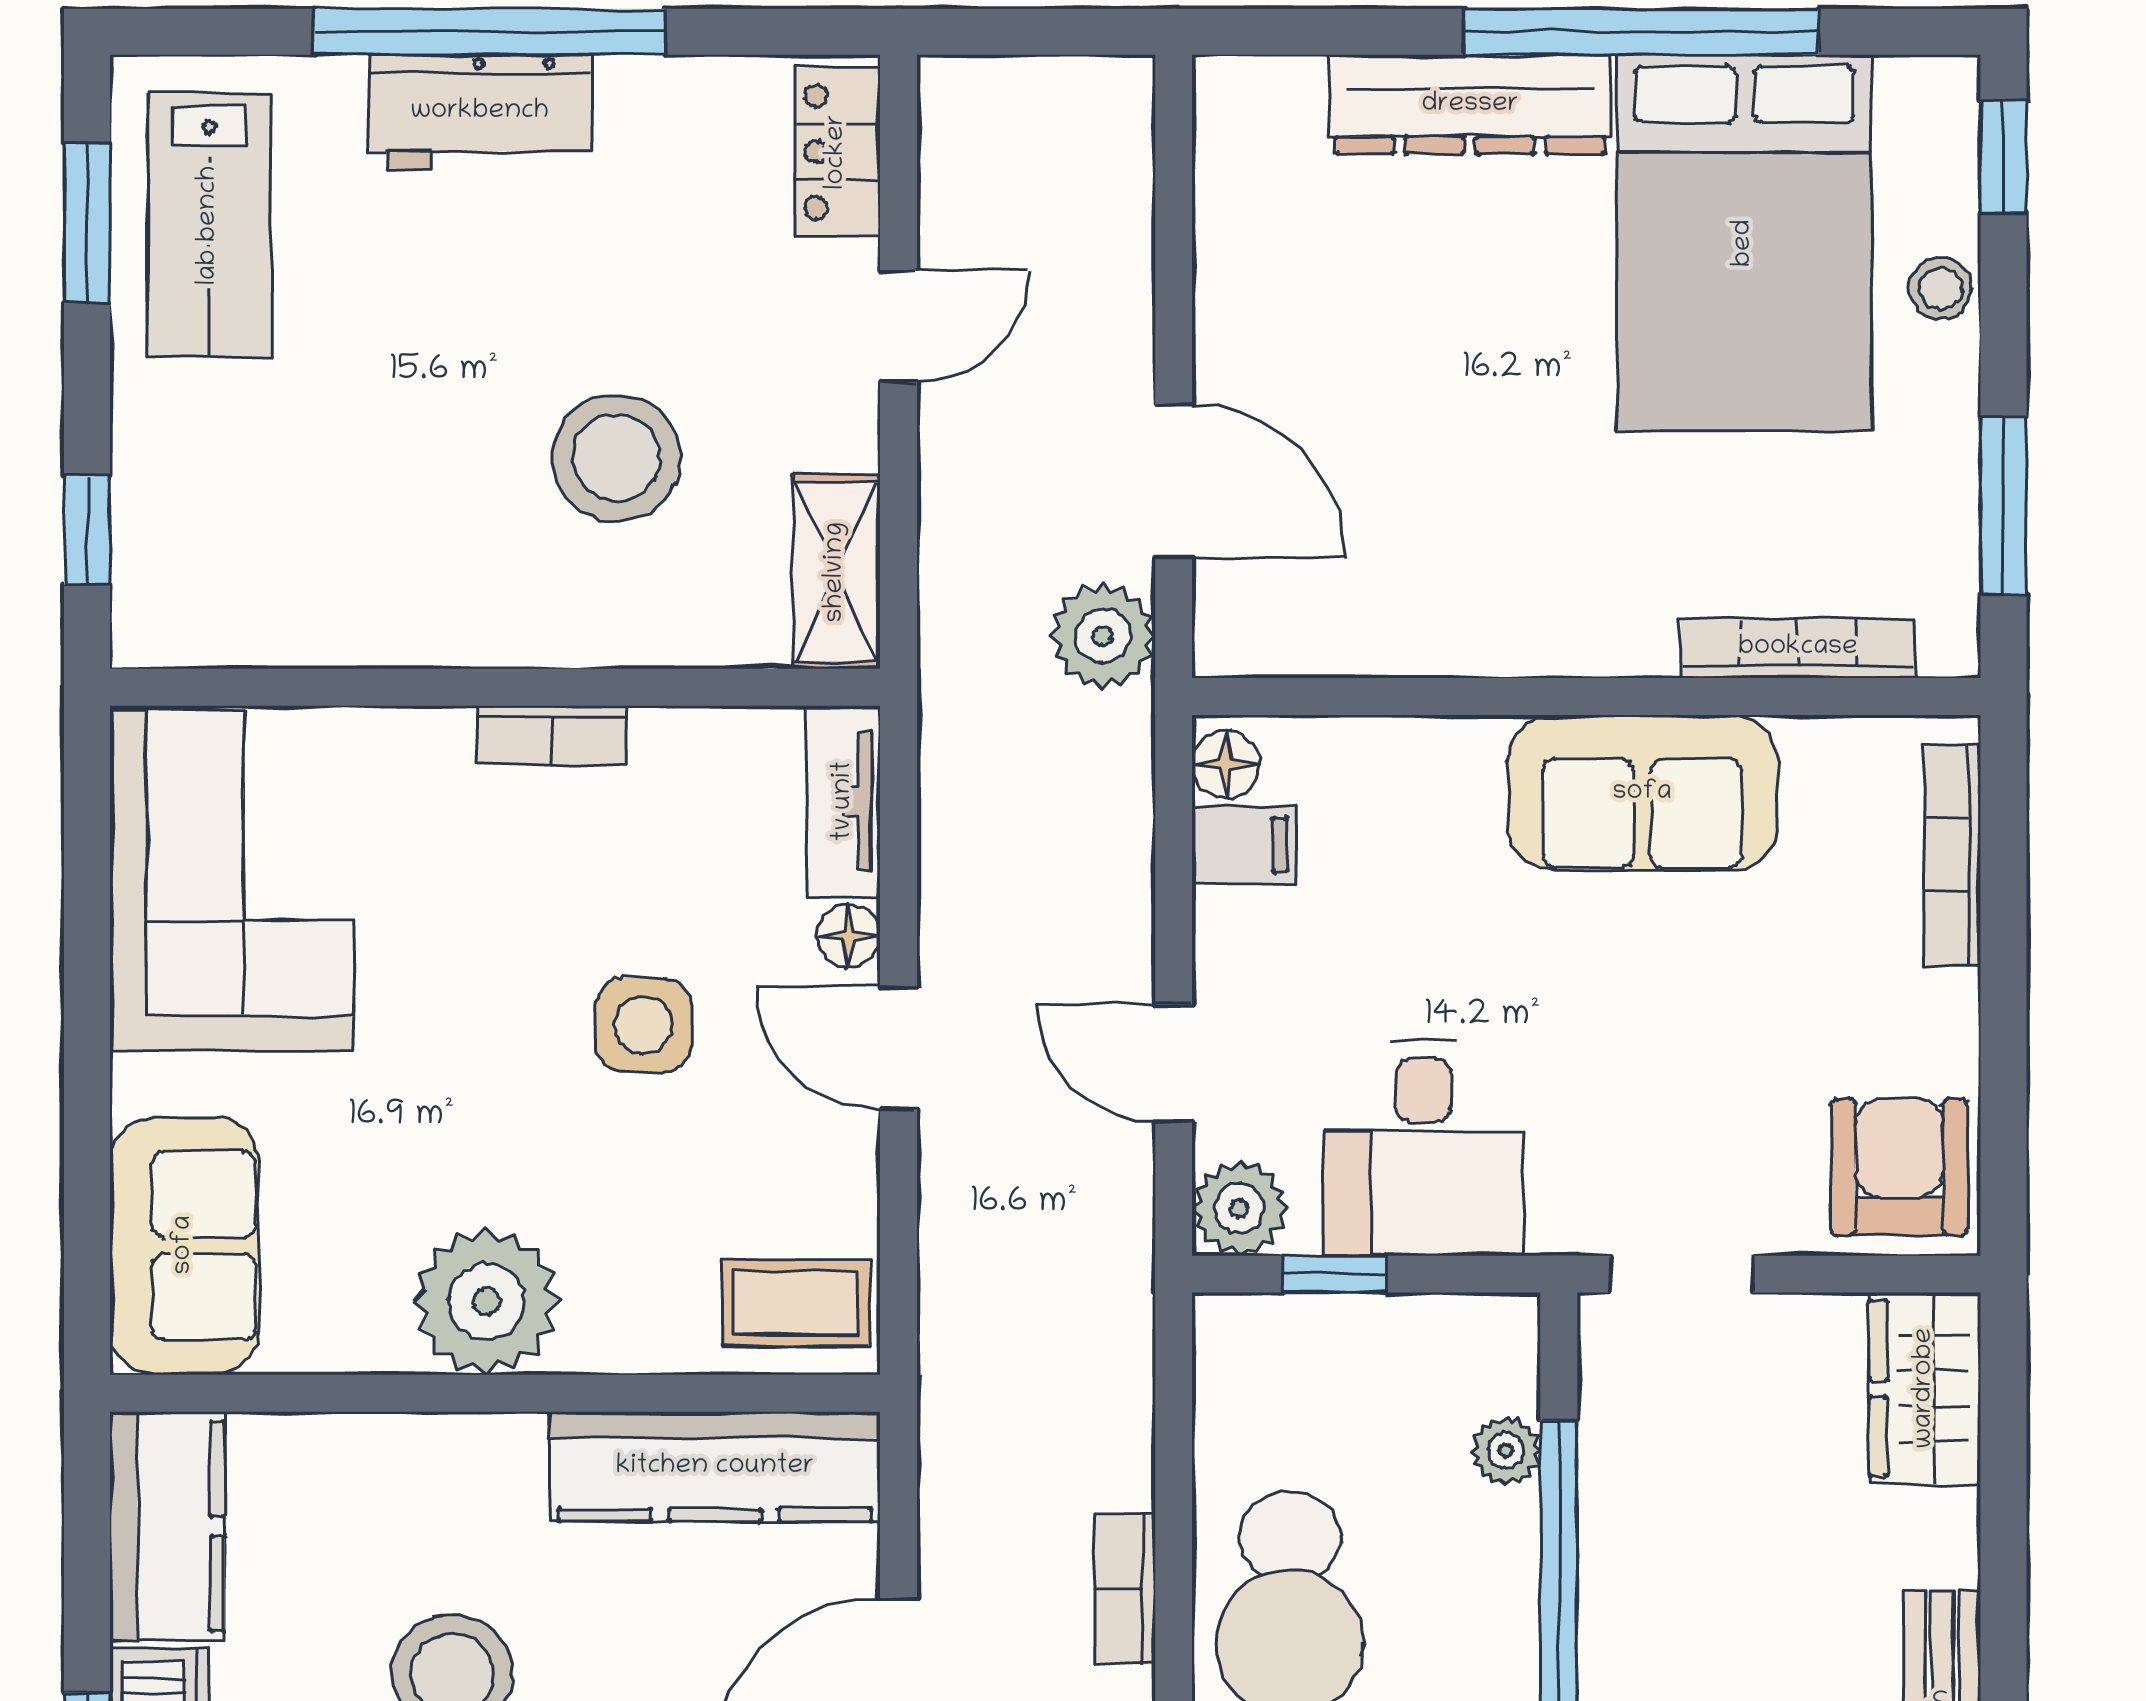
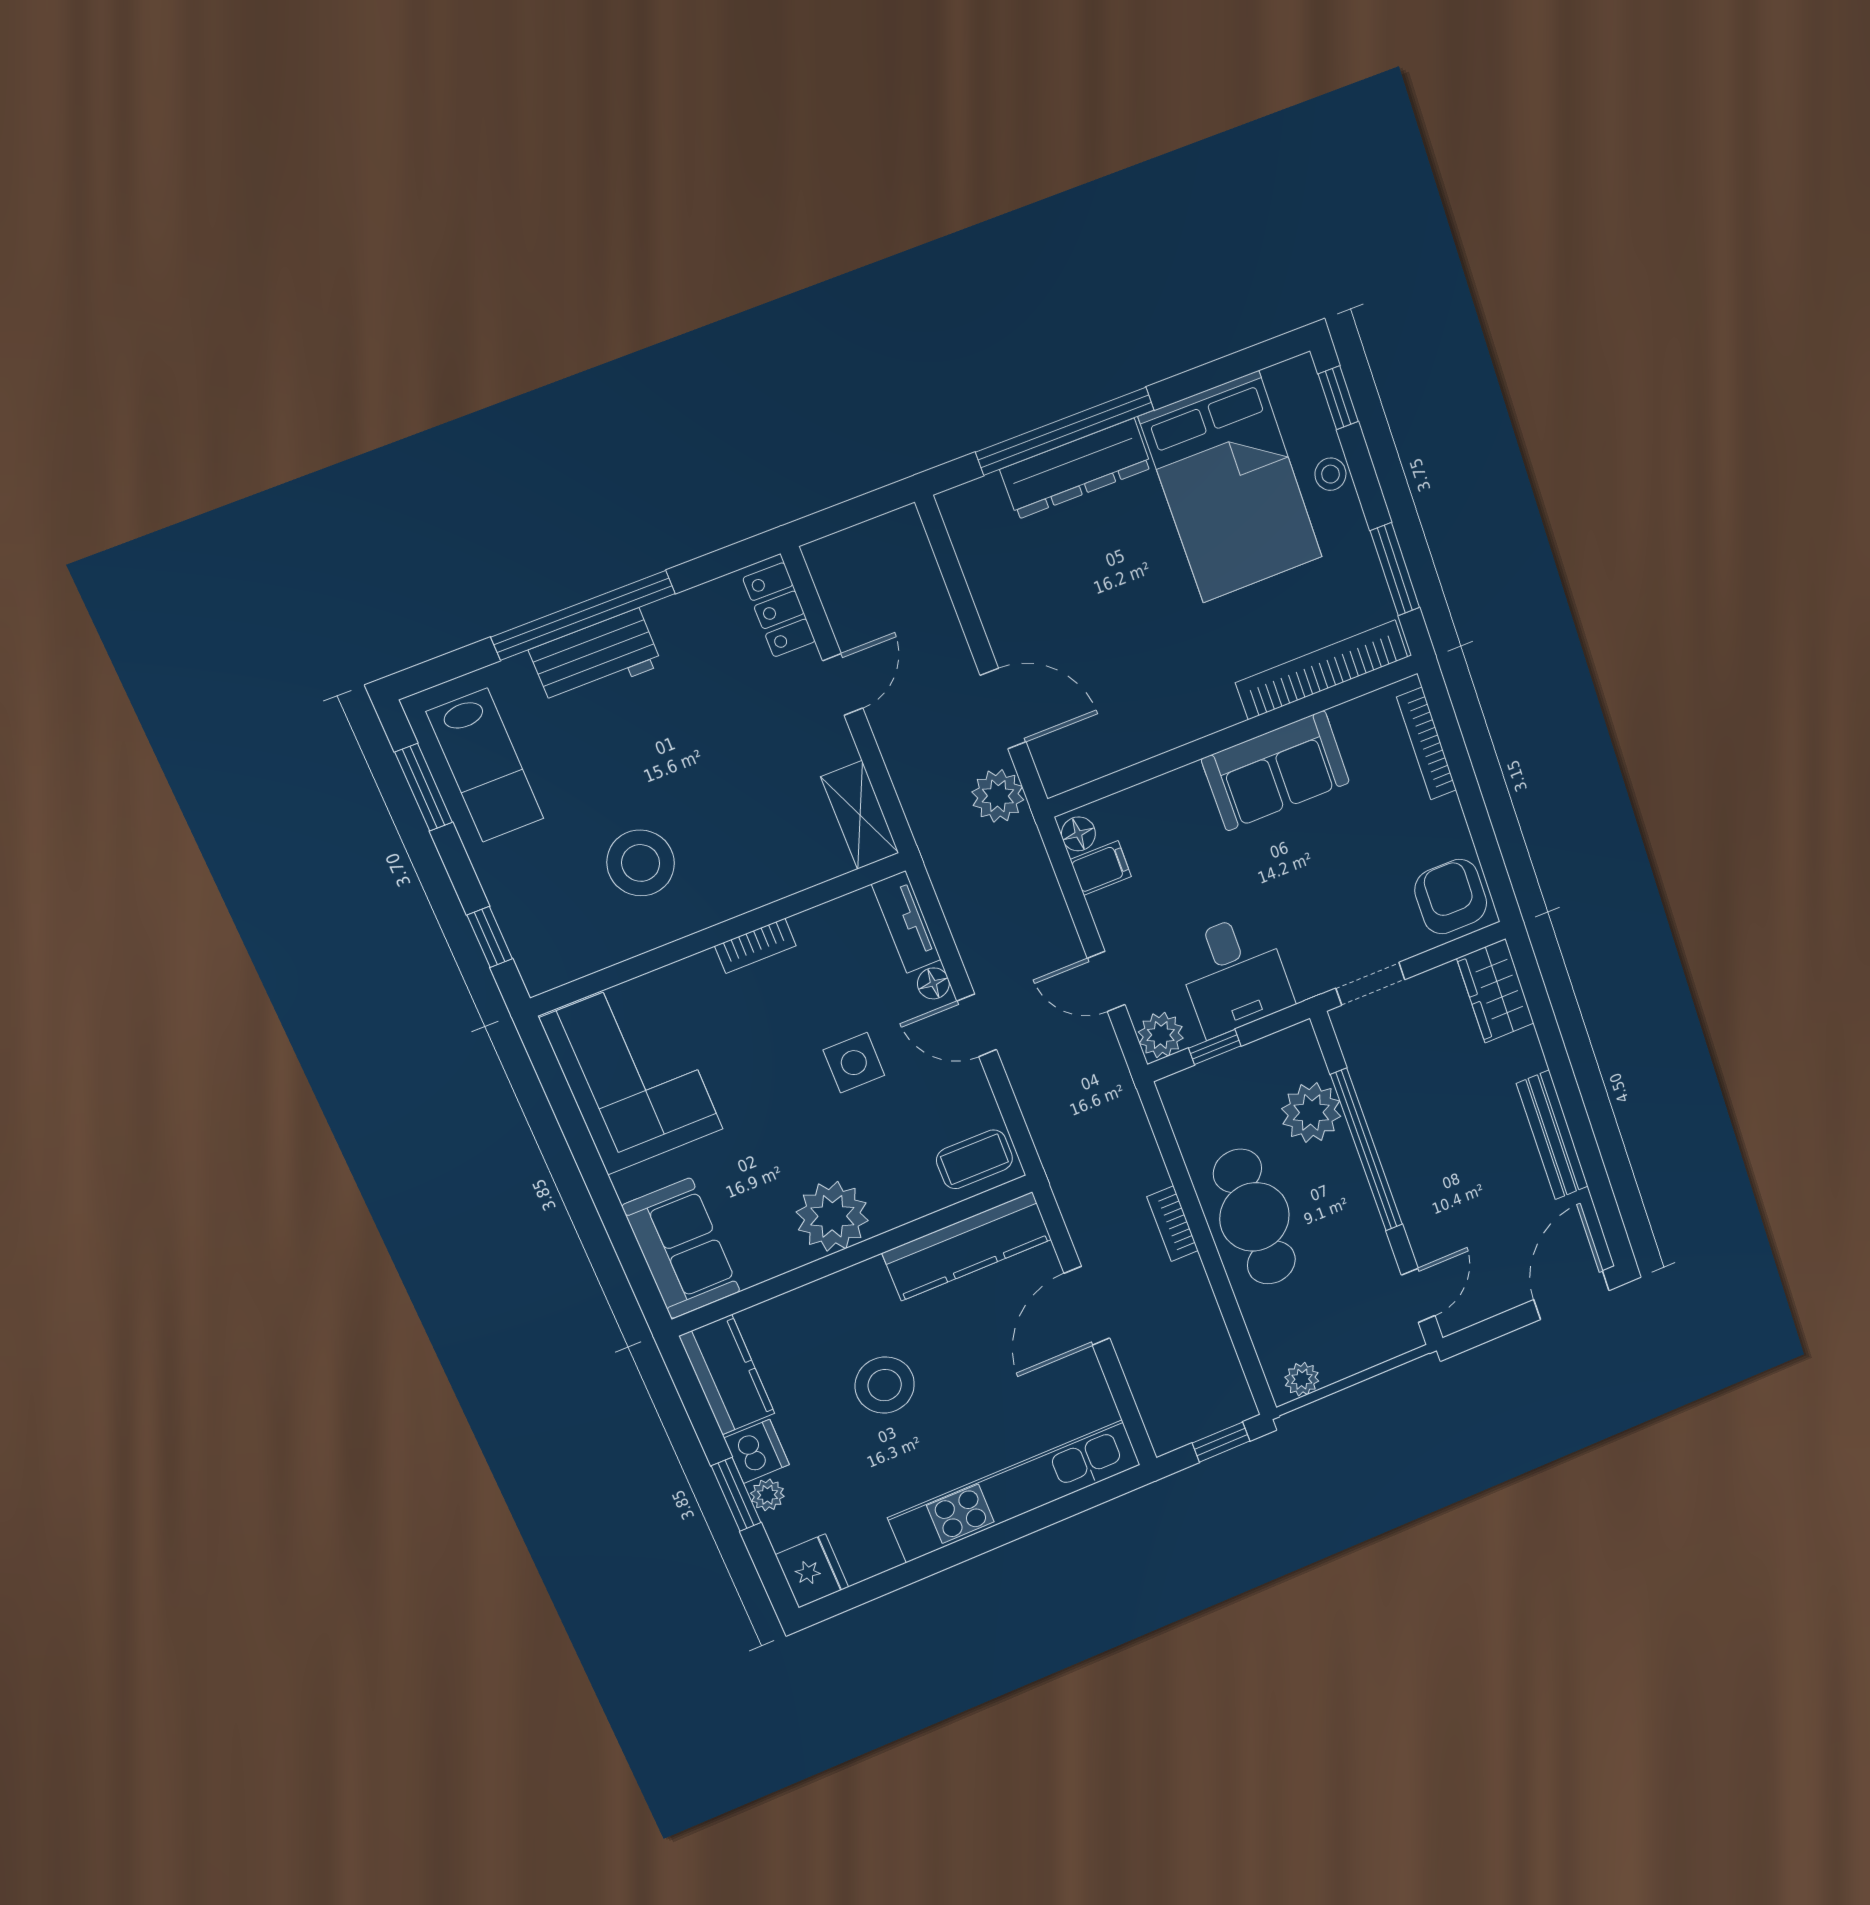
window: (1641, 32) -> (1065, 431), moved
stool: (616, 458) -> (641, 863), moved
bookcase: (1798, 648) -> (1322, 670), width x1.48, depth x1.31
plant: (1506, 1451) -> (1311, 1113), width x1.88, depth x1.88

